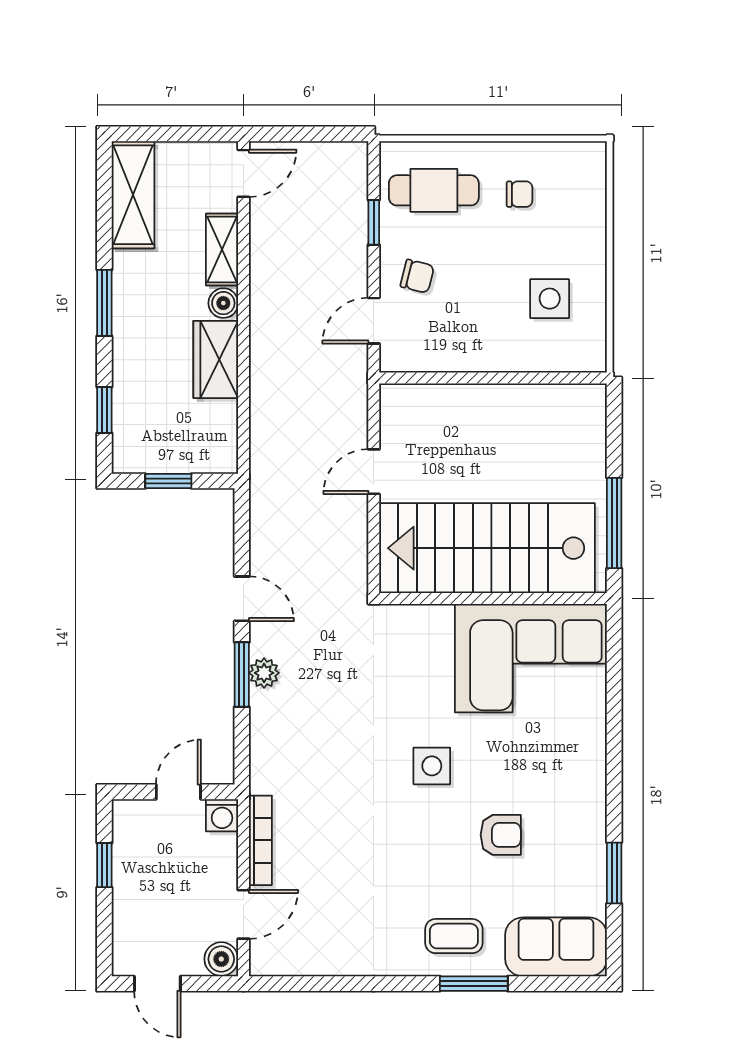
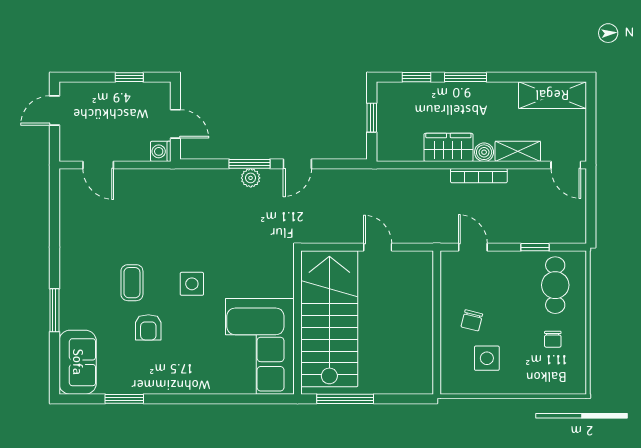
chair: (417, 276) -> (472, 320), moved
window: (104, 303) -> (465, 77), moved
bookcase: (260, 840) -> (479, 176), moved
coffee table: (454, 936) -> (132, 283), moved
boiler: (221, 959) -> (70, 151), removed

